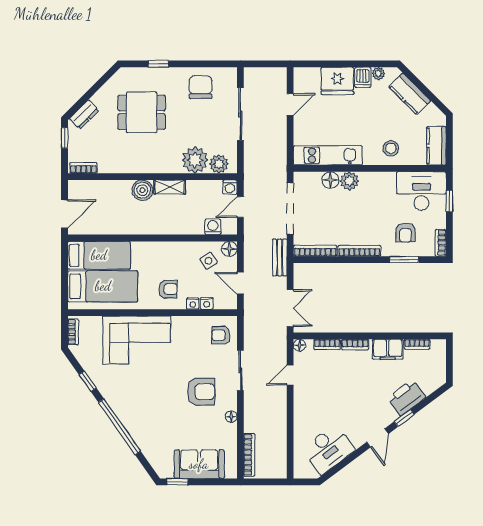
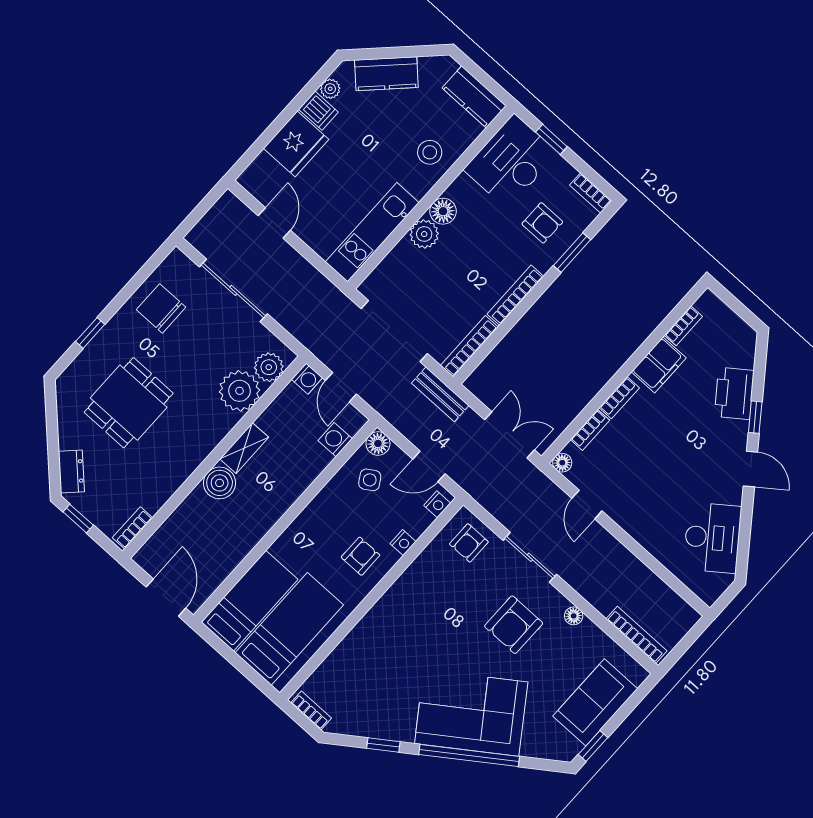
floor lamp: (330, 180) -> (443, 211), moved
nightstand: (207, 303) -> (437, 504), moved
corner sofa: (137, 340) -> (471, 713), moved, turned -125
armchair: (201, 392) -> (514, 625), turned 180

